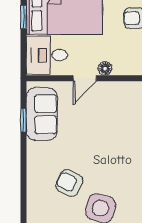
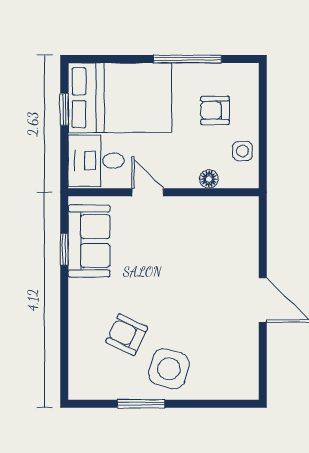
floor lamp: (105, 68) -> (209, 179), moved
door: (85, 78) -> (148, 192), swing flipped

